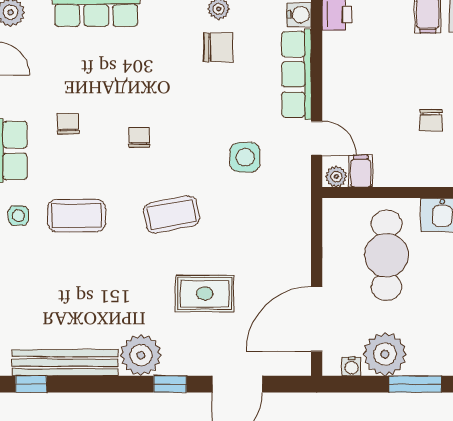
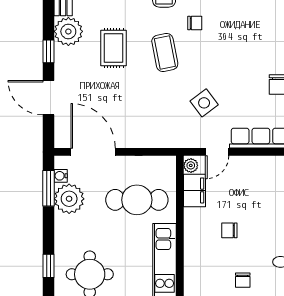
chair: (139, 137) -> (195, 23), moved
side table: (245, 157) -> (204, 103), turned -37
filing cabinet: (361, 171) -> (194, 190), width x2.00
rug: (205, 293) -> (114, 48), moved
window: (415, 384) -> (49, 188), moved

